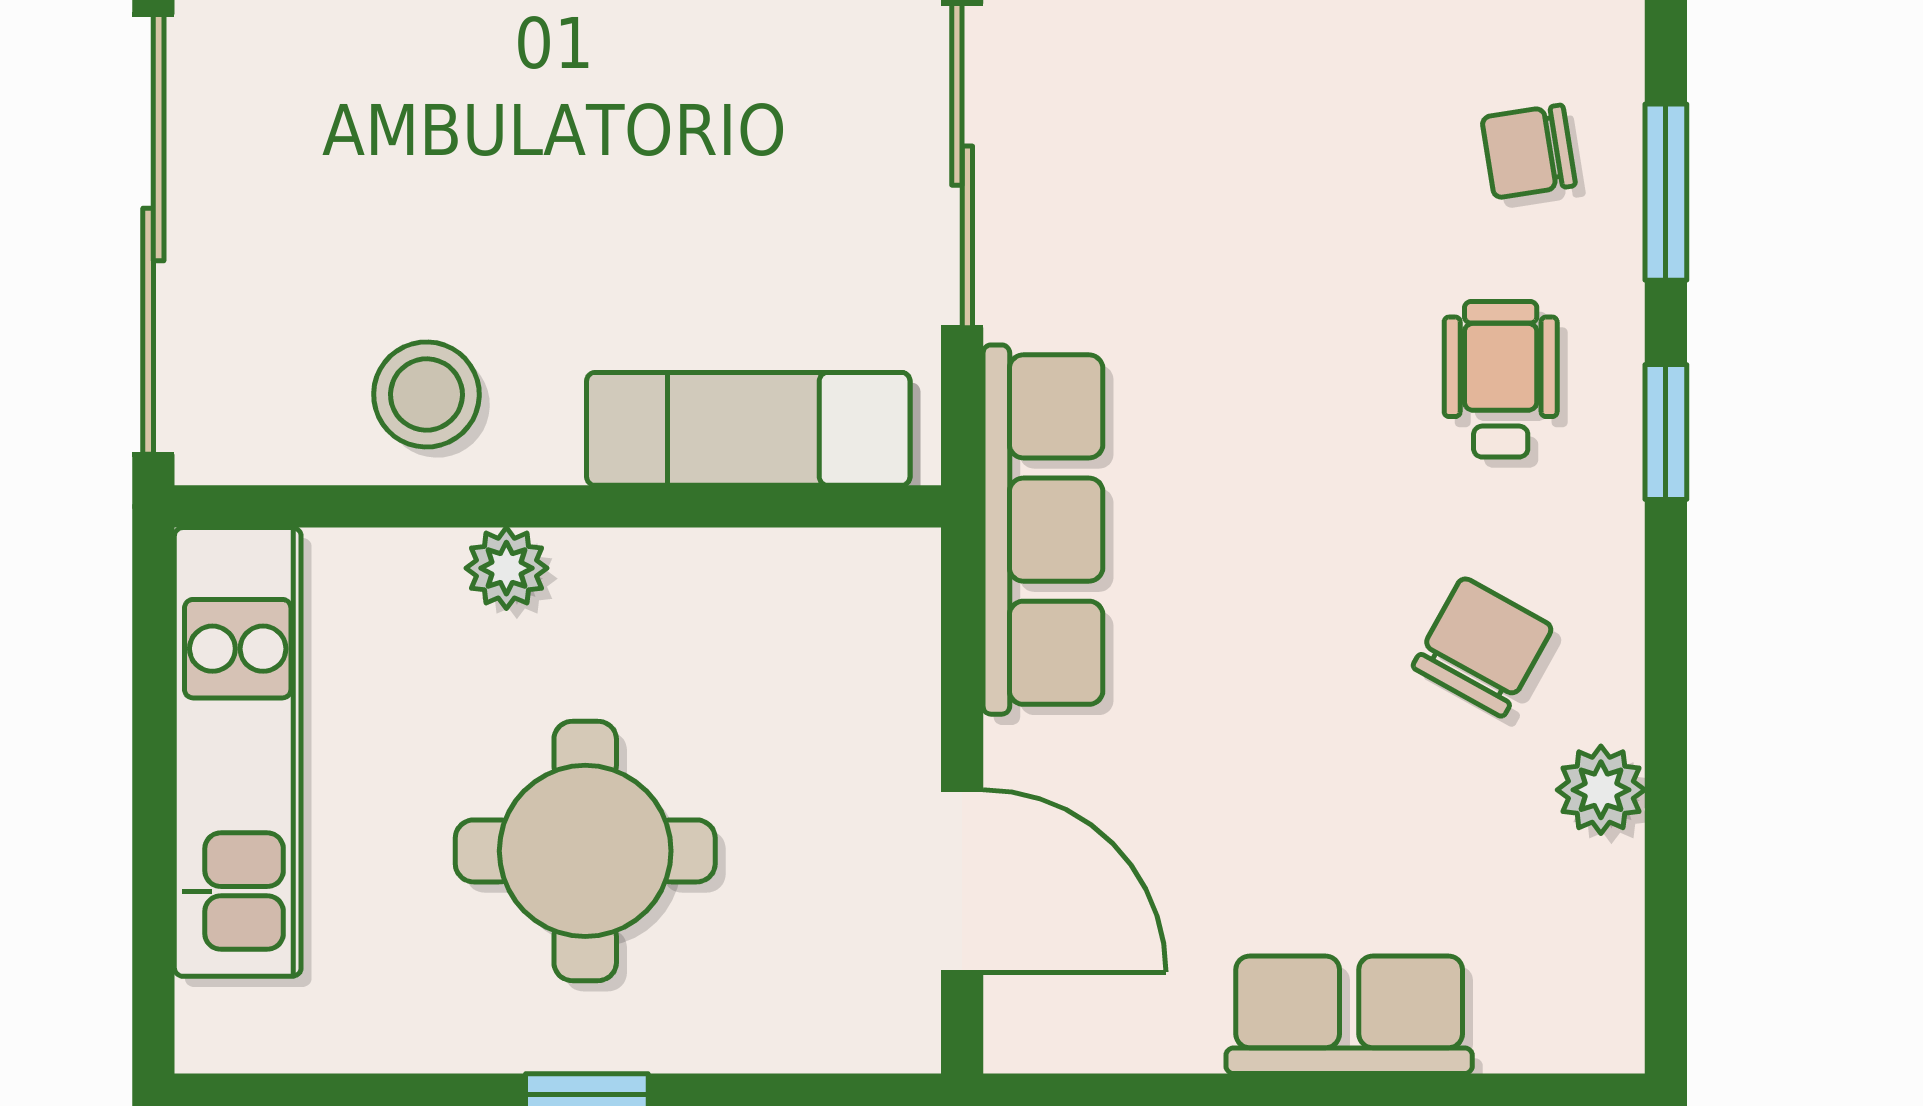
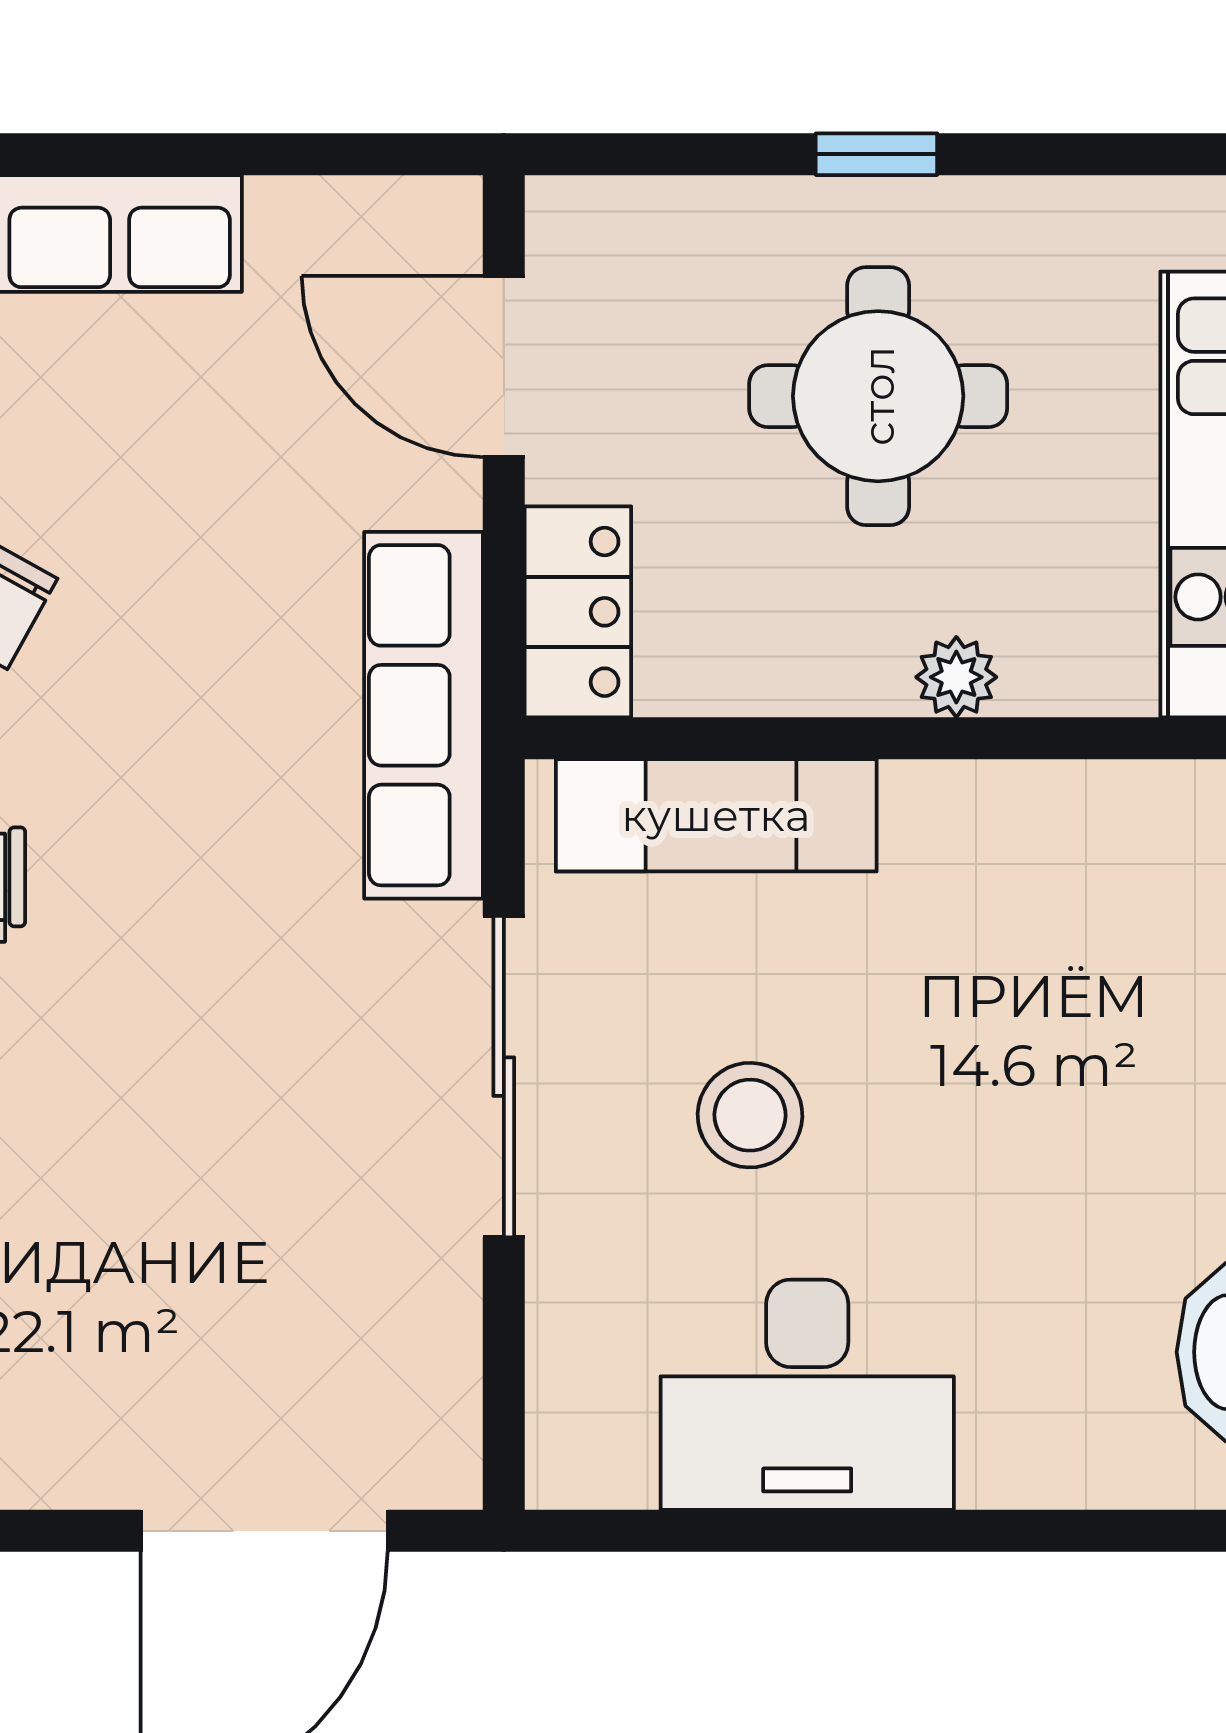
stool: (426, 394) -> (750, 1115), moved
locker: (888, 634) -> (578, 612), added

